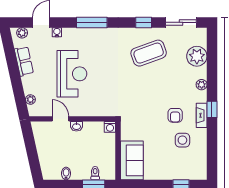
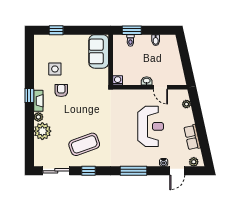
plant: (197, 56) -> (42, 131), moved
reception desk: (72, 74) -> (151, 126), turned 180
fireplace: (202, 115) -> (38, 101), moved

